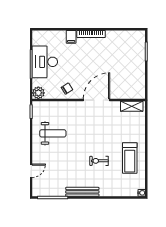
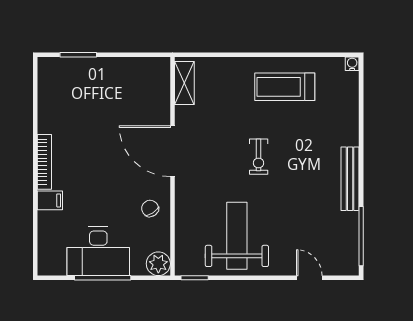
weight bench: (53, 133) -> (237, 236), width x1.36, depth x1.33
treadmill: (130, 158) -> (285, 87), turned 180
exercise bike: (99, 161) -> (259, 157), moved

